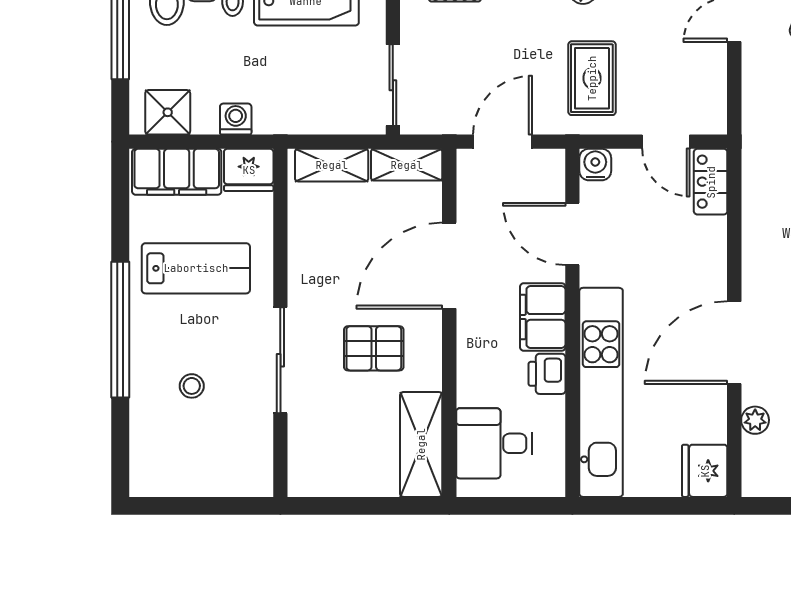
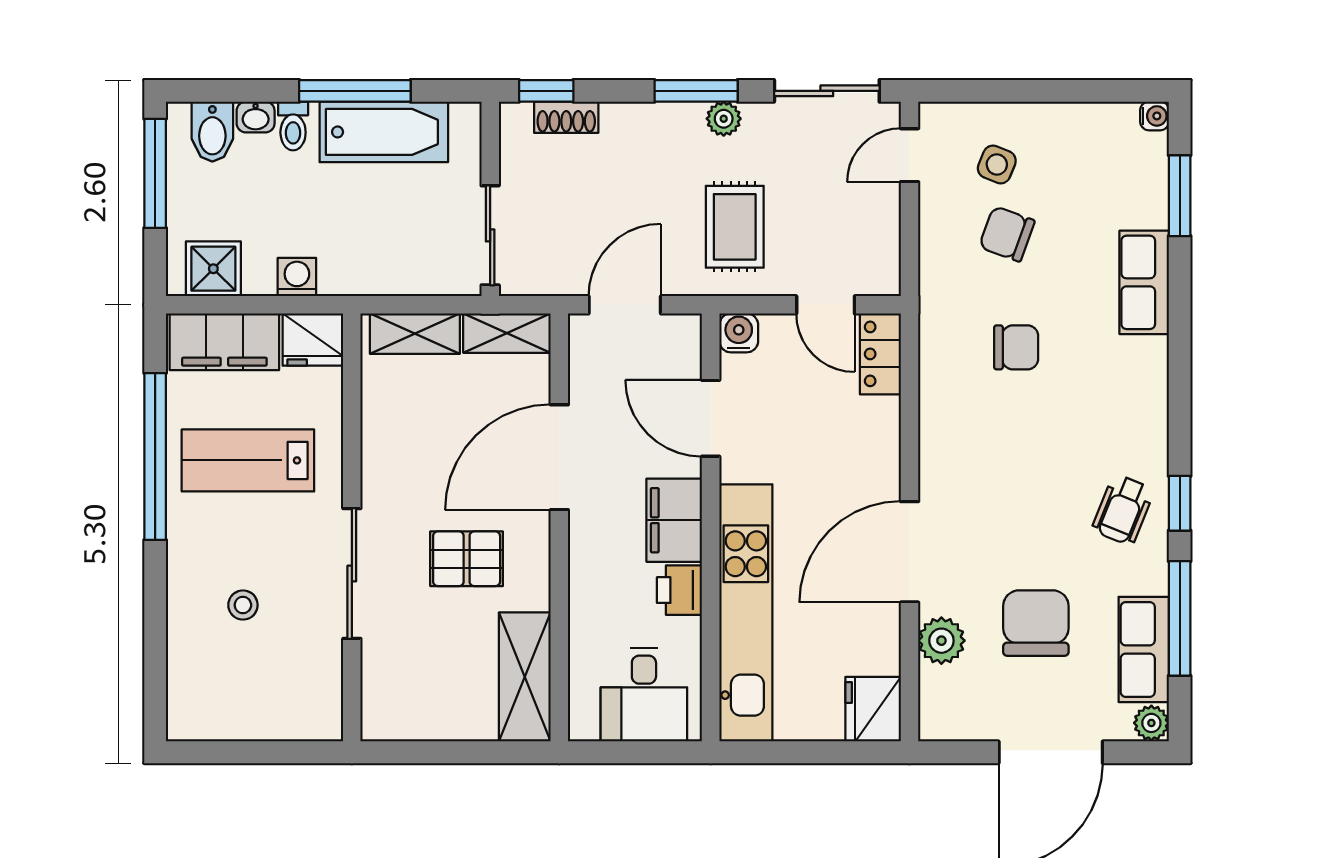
lab bench: (196, 268) -> (248, 460), turned 180
window: (120, 330) -> (155, 457), moved
plant: (755, 420) -> (941, 641), width x1.38, depth x1.38
desk: (494, 443) -> (644, 695), moved, turned -90

